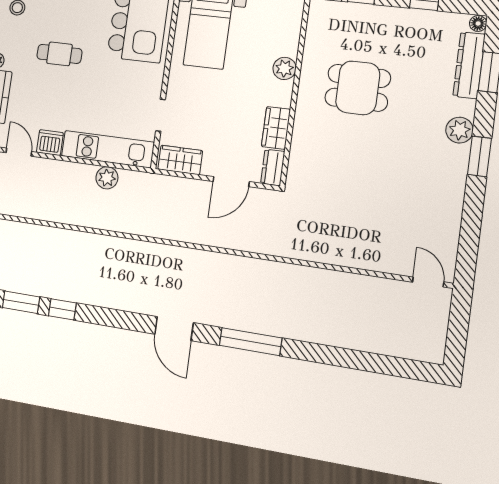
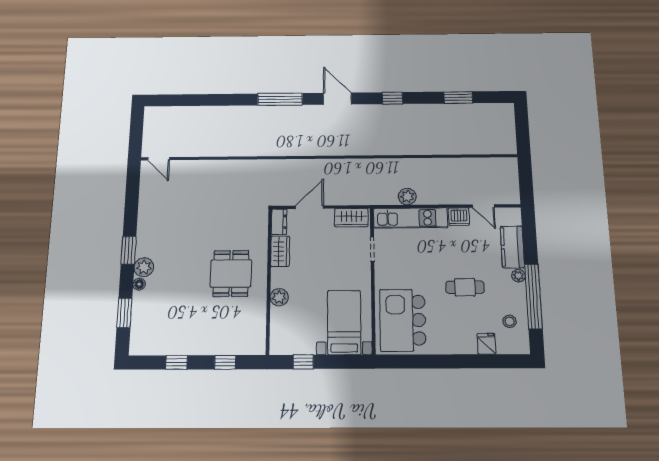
floor lamp: (478, 23) -> (139, 284), moved
dresser: (469, 65) -> (140, 316), removed
dining table: (358, 88) -> (231, 273), moved, turned 90
window: (62, 309) -> (392, 98), moved

